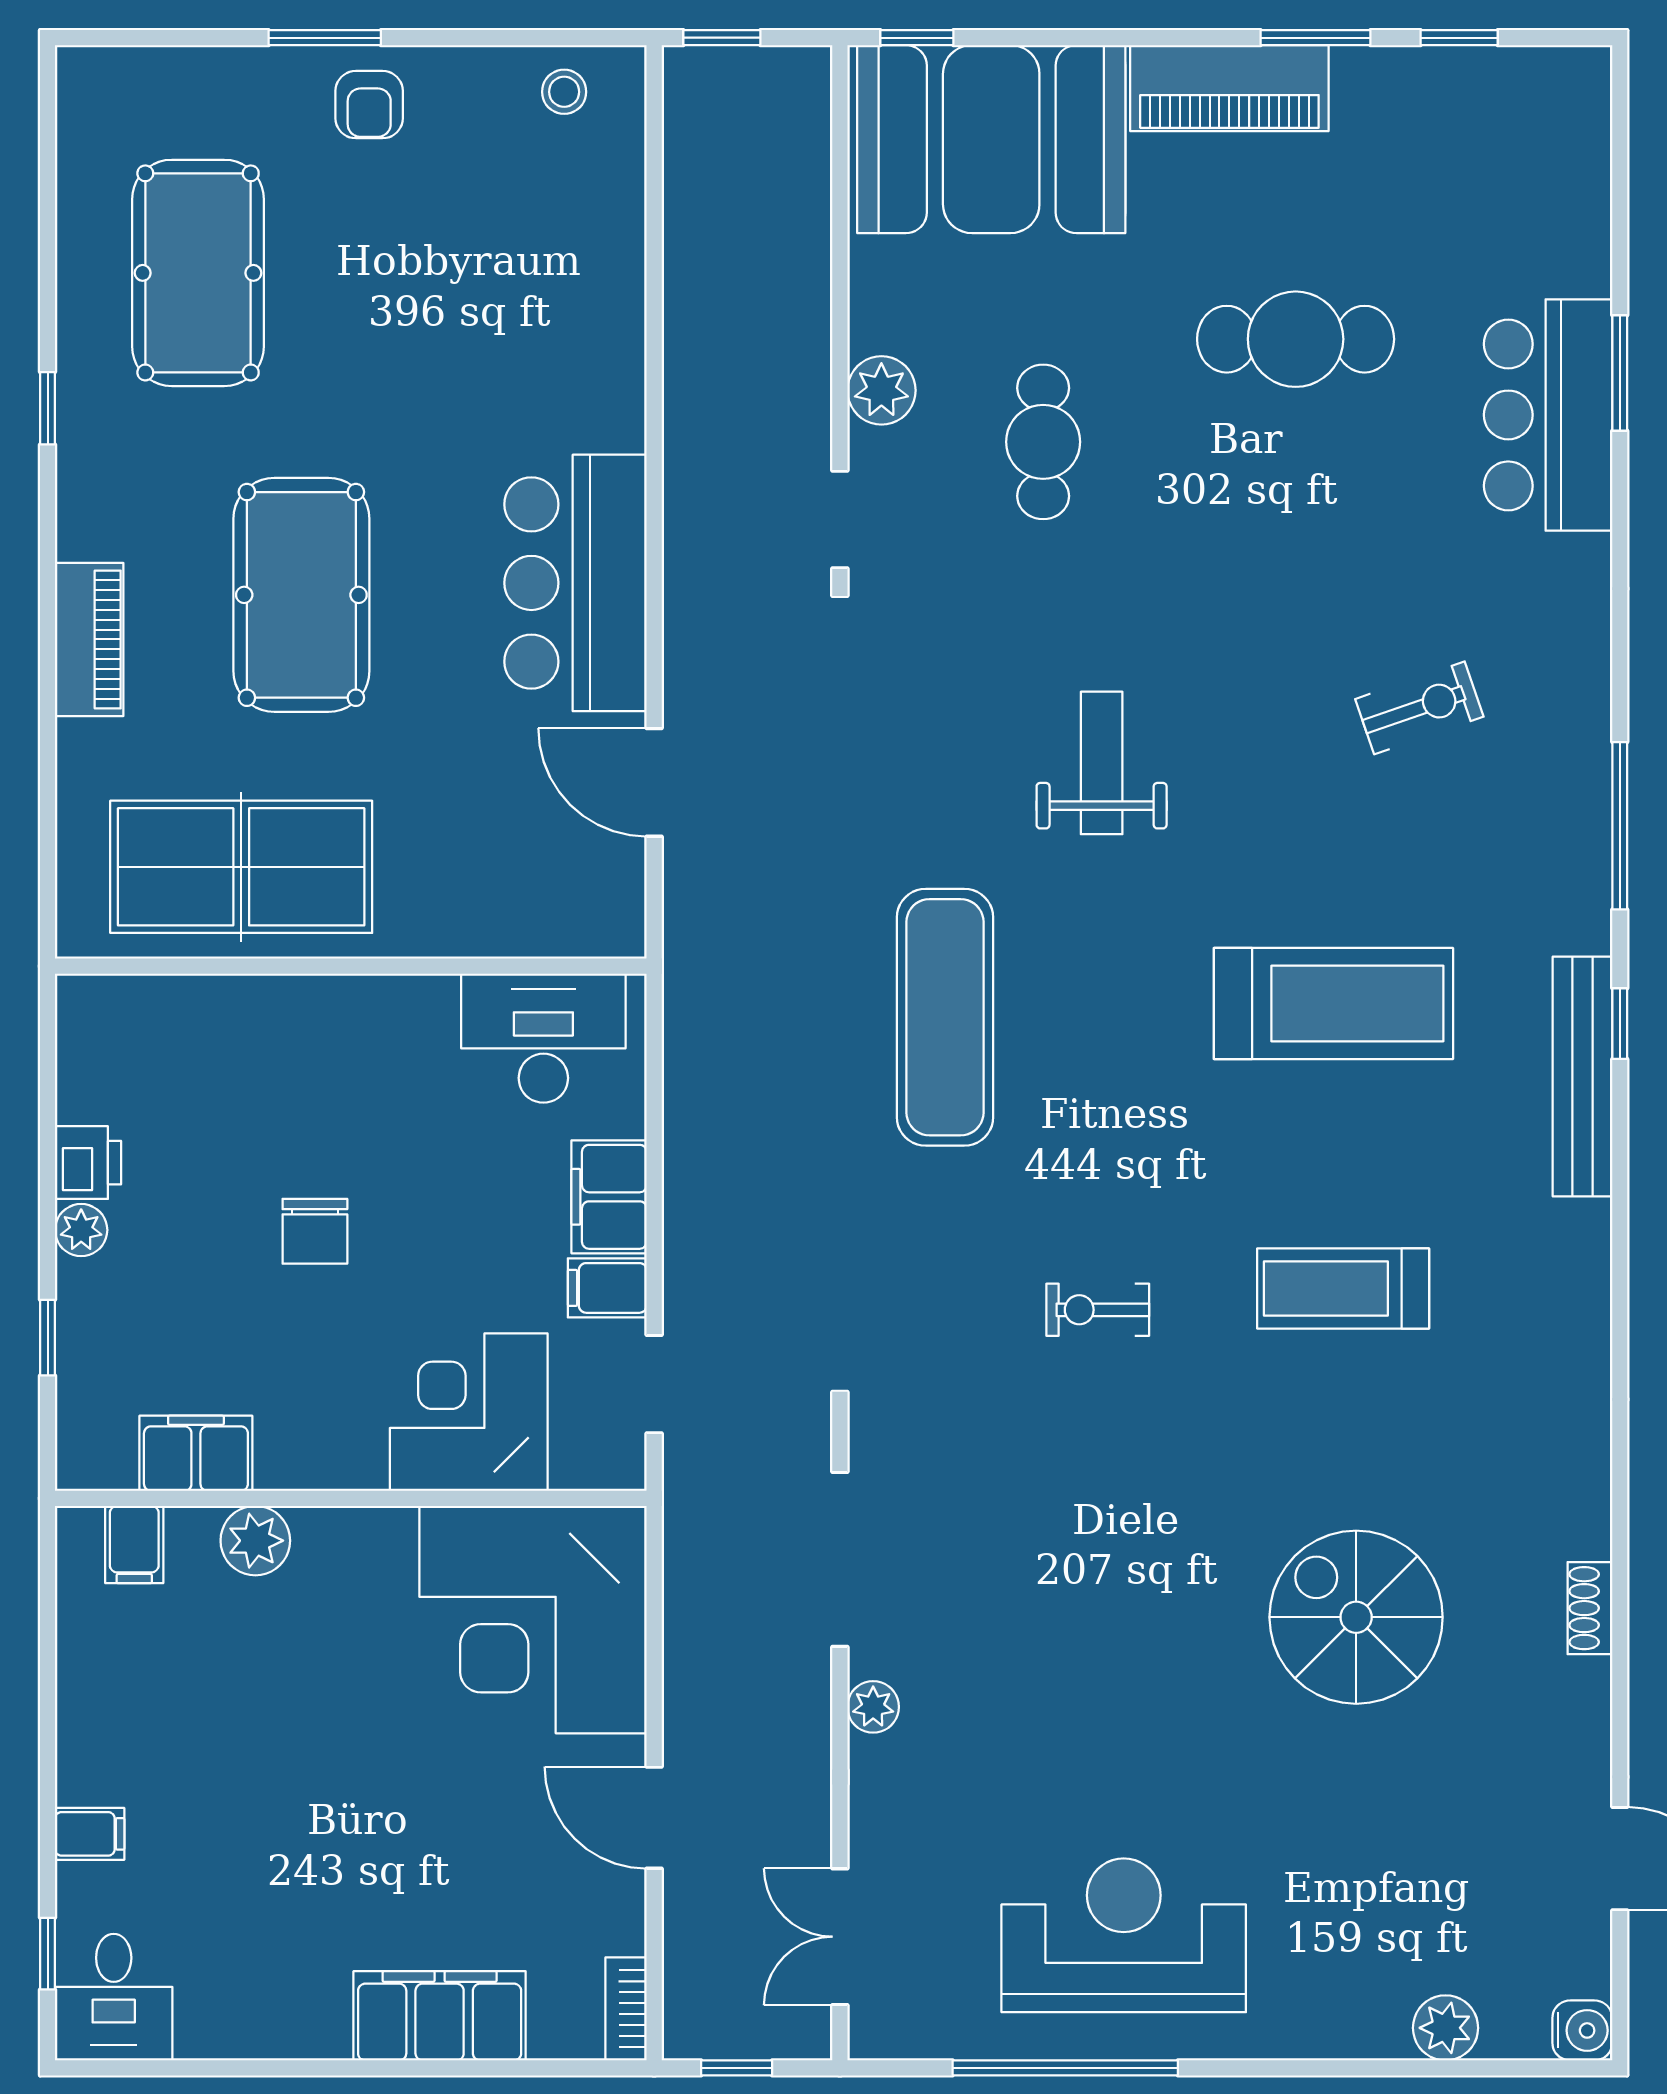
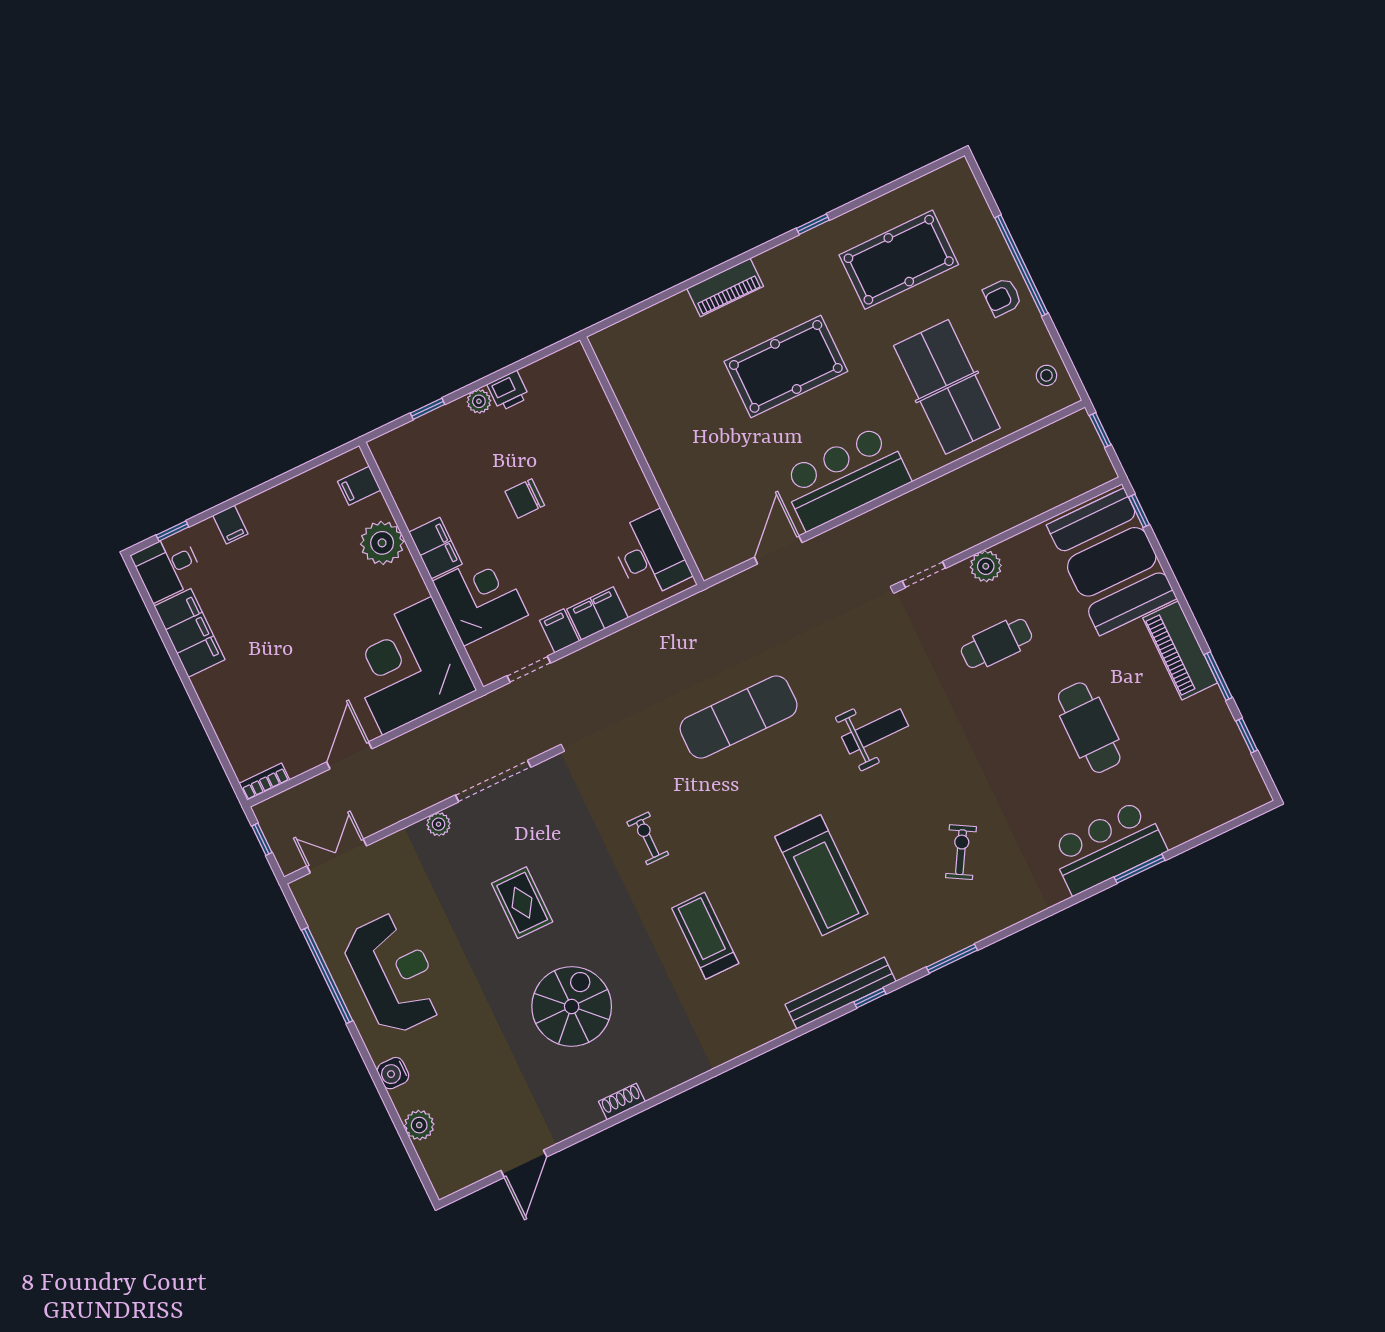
window: (325, 38) -> (1021, 265), width x2.11
exercise bike: (1419, 708) -> (961, 852), turned -131
window: (1620, 826) -> (952, 959), width x0.69
table tennis table: (241, 867) -> (947, 387), moved
filing cabinet: (196, 1453) -> (435, 548), moved
plant: (255, 1541) -> (382, 543), width x1.36, depth x1.36
rug: (1106, 1617) -> (522, 903), added
filing cabinet: (440, 2016) -> (190, 633), moved
water cooler: (1582, 2030) -> (393, 1073), moved, turned 90

